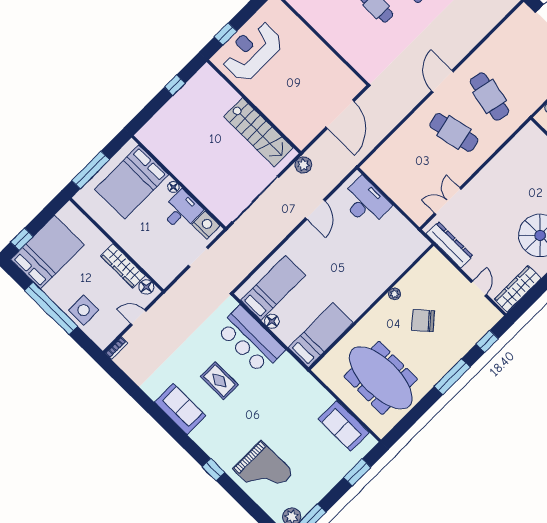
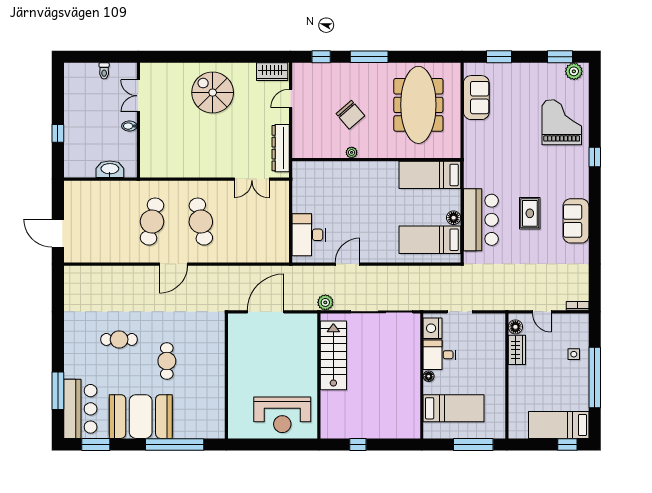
window: (226, 34) -> (289, 445), removed
bed: (132, 182) -> (453, 408), width x0.67
bed: (47, 252) -> (559, 425), width x0.67
wardrobe: (123, 266) -> (517, 350), width x0.67
wardrobe: (518, 289) -> (272, 72), width x0.67
side table: (84, 310) -> (574, 354), width x0.54, depth x0.54

